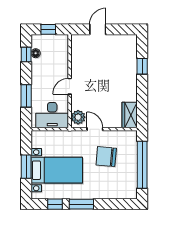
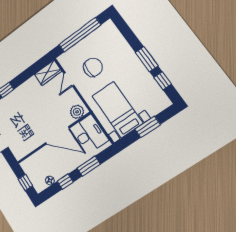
window: (26, 55) -> (65, 182), moved
door: (70, 86) -> (57, 135), width x1.88
door: (95, 129) -> (69, 79), moved
chair: (106, 157) -> (93, 67), turned -95
bed with nightstands: (57, 170) -> (117, 110), moved

